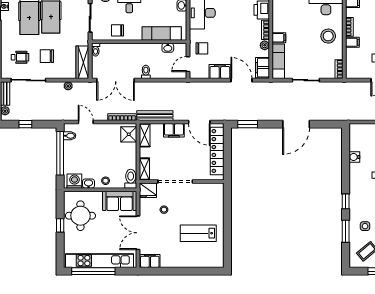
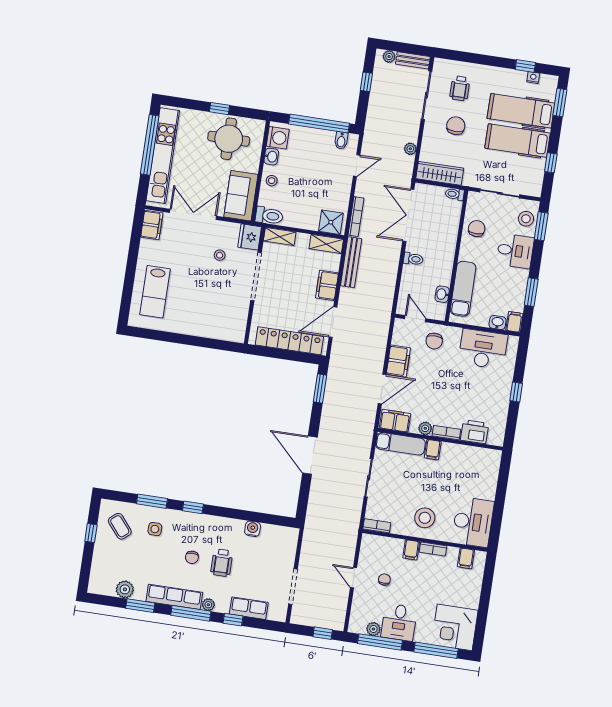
lab bench: (198, 233) -> (155, 292), moved, turned 180

